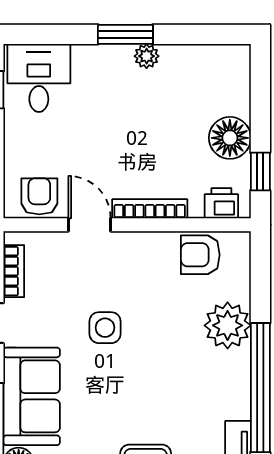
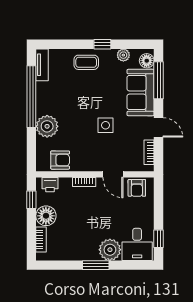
plant: (147, 56) -> (110, 250), moved, width x1.87, depth x1.87
bookcase: (240, 88) -> (41, 240), added
bookcase: (150, 209) -> (84, 182), width x0.64

